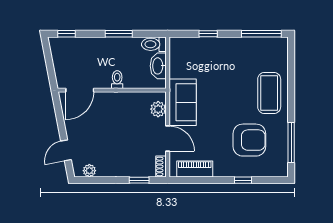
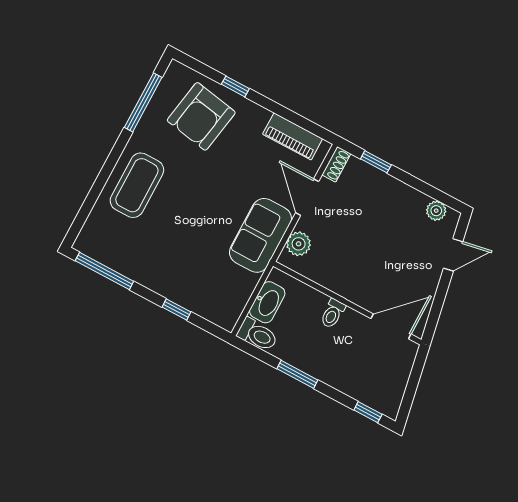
armchair: (249, 140) -> (201, 116), moved, turned -80

